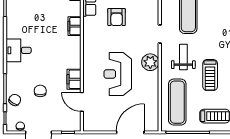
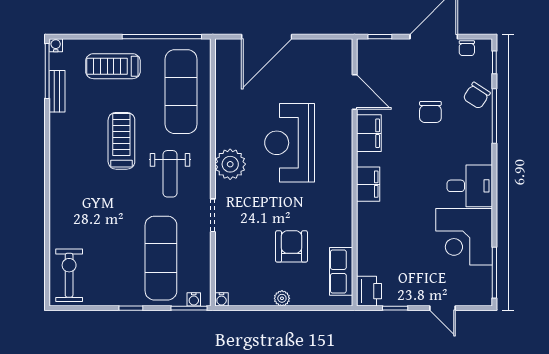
corner desk: (22, 22) -> (464, 237), added
filing cabinet: (74, 26) -> (368, 184), moved
reception desk: (118, 74) -> (290, 143), turned 180

